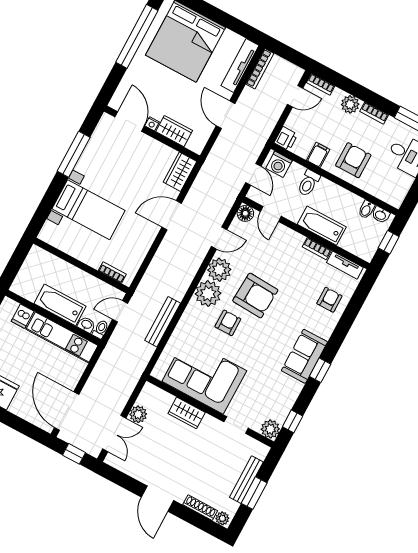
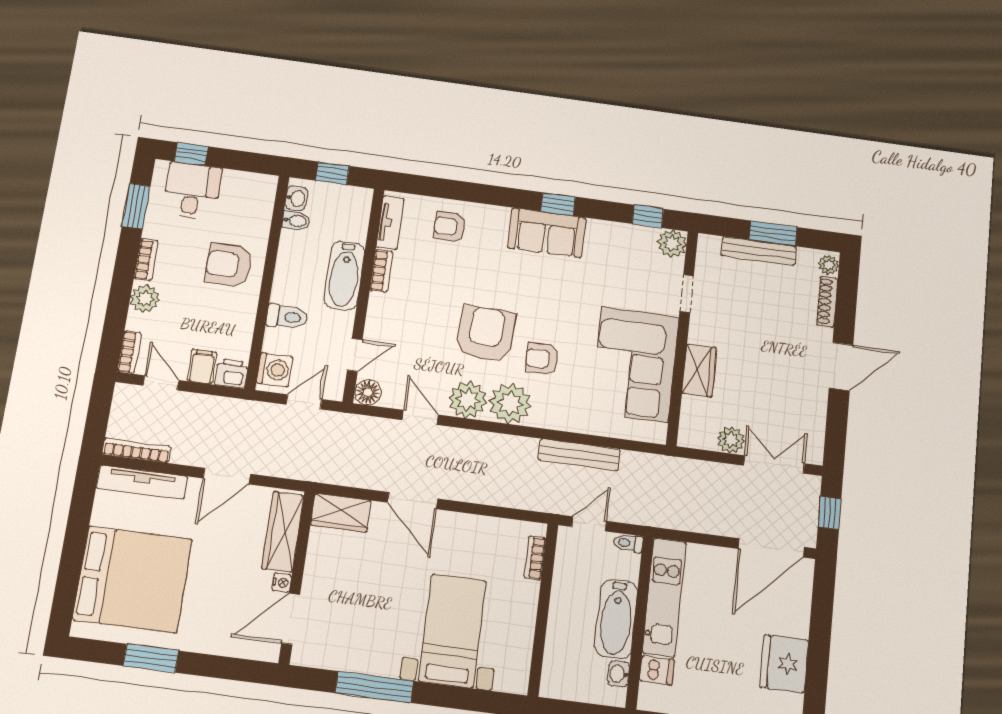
window: (137, 36) -> (151, 658), width x0.47
wardrobe: (174, 131) -> (283, 532), width x1.50
filing cabinet: (318, 155) -> (202, 367), moved, turned 90
door: (120, 311) -> (589, 524), swing flipped
washbasin: (86, 325) -> (619, 674), moved

